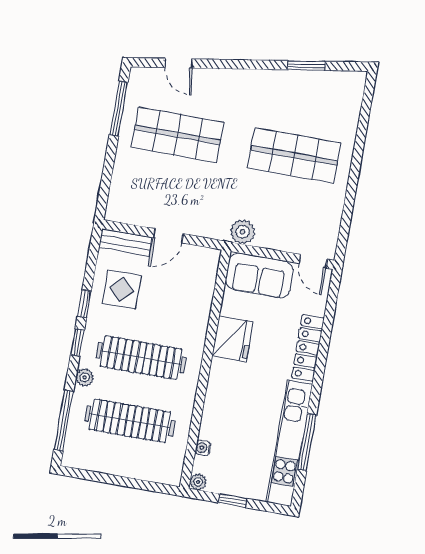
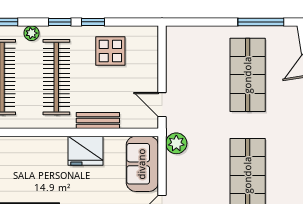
door: (168, 236) -> (162, 105), moved
bench: (125, 242) -> (98, 120), moved, turned 90

